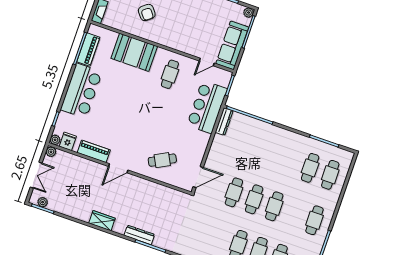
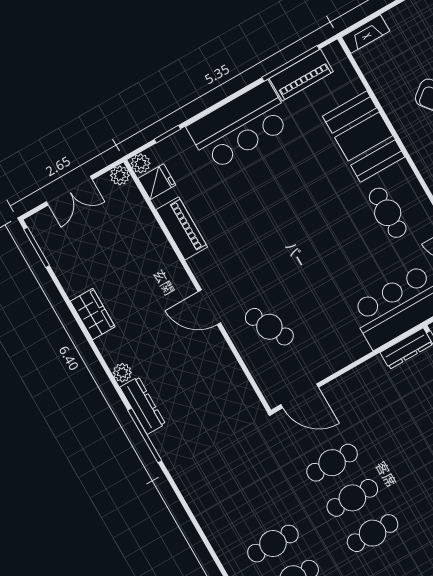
cafe table: (170, 74) -> (388, 213), turned 90
door: (118, 168) -> (209, 307), moved
plant: (43, 202) -> (122, 373), moved
wardrobe: (102, 221) -> (93, 314), moved

